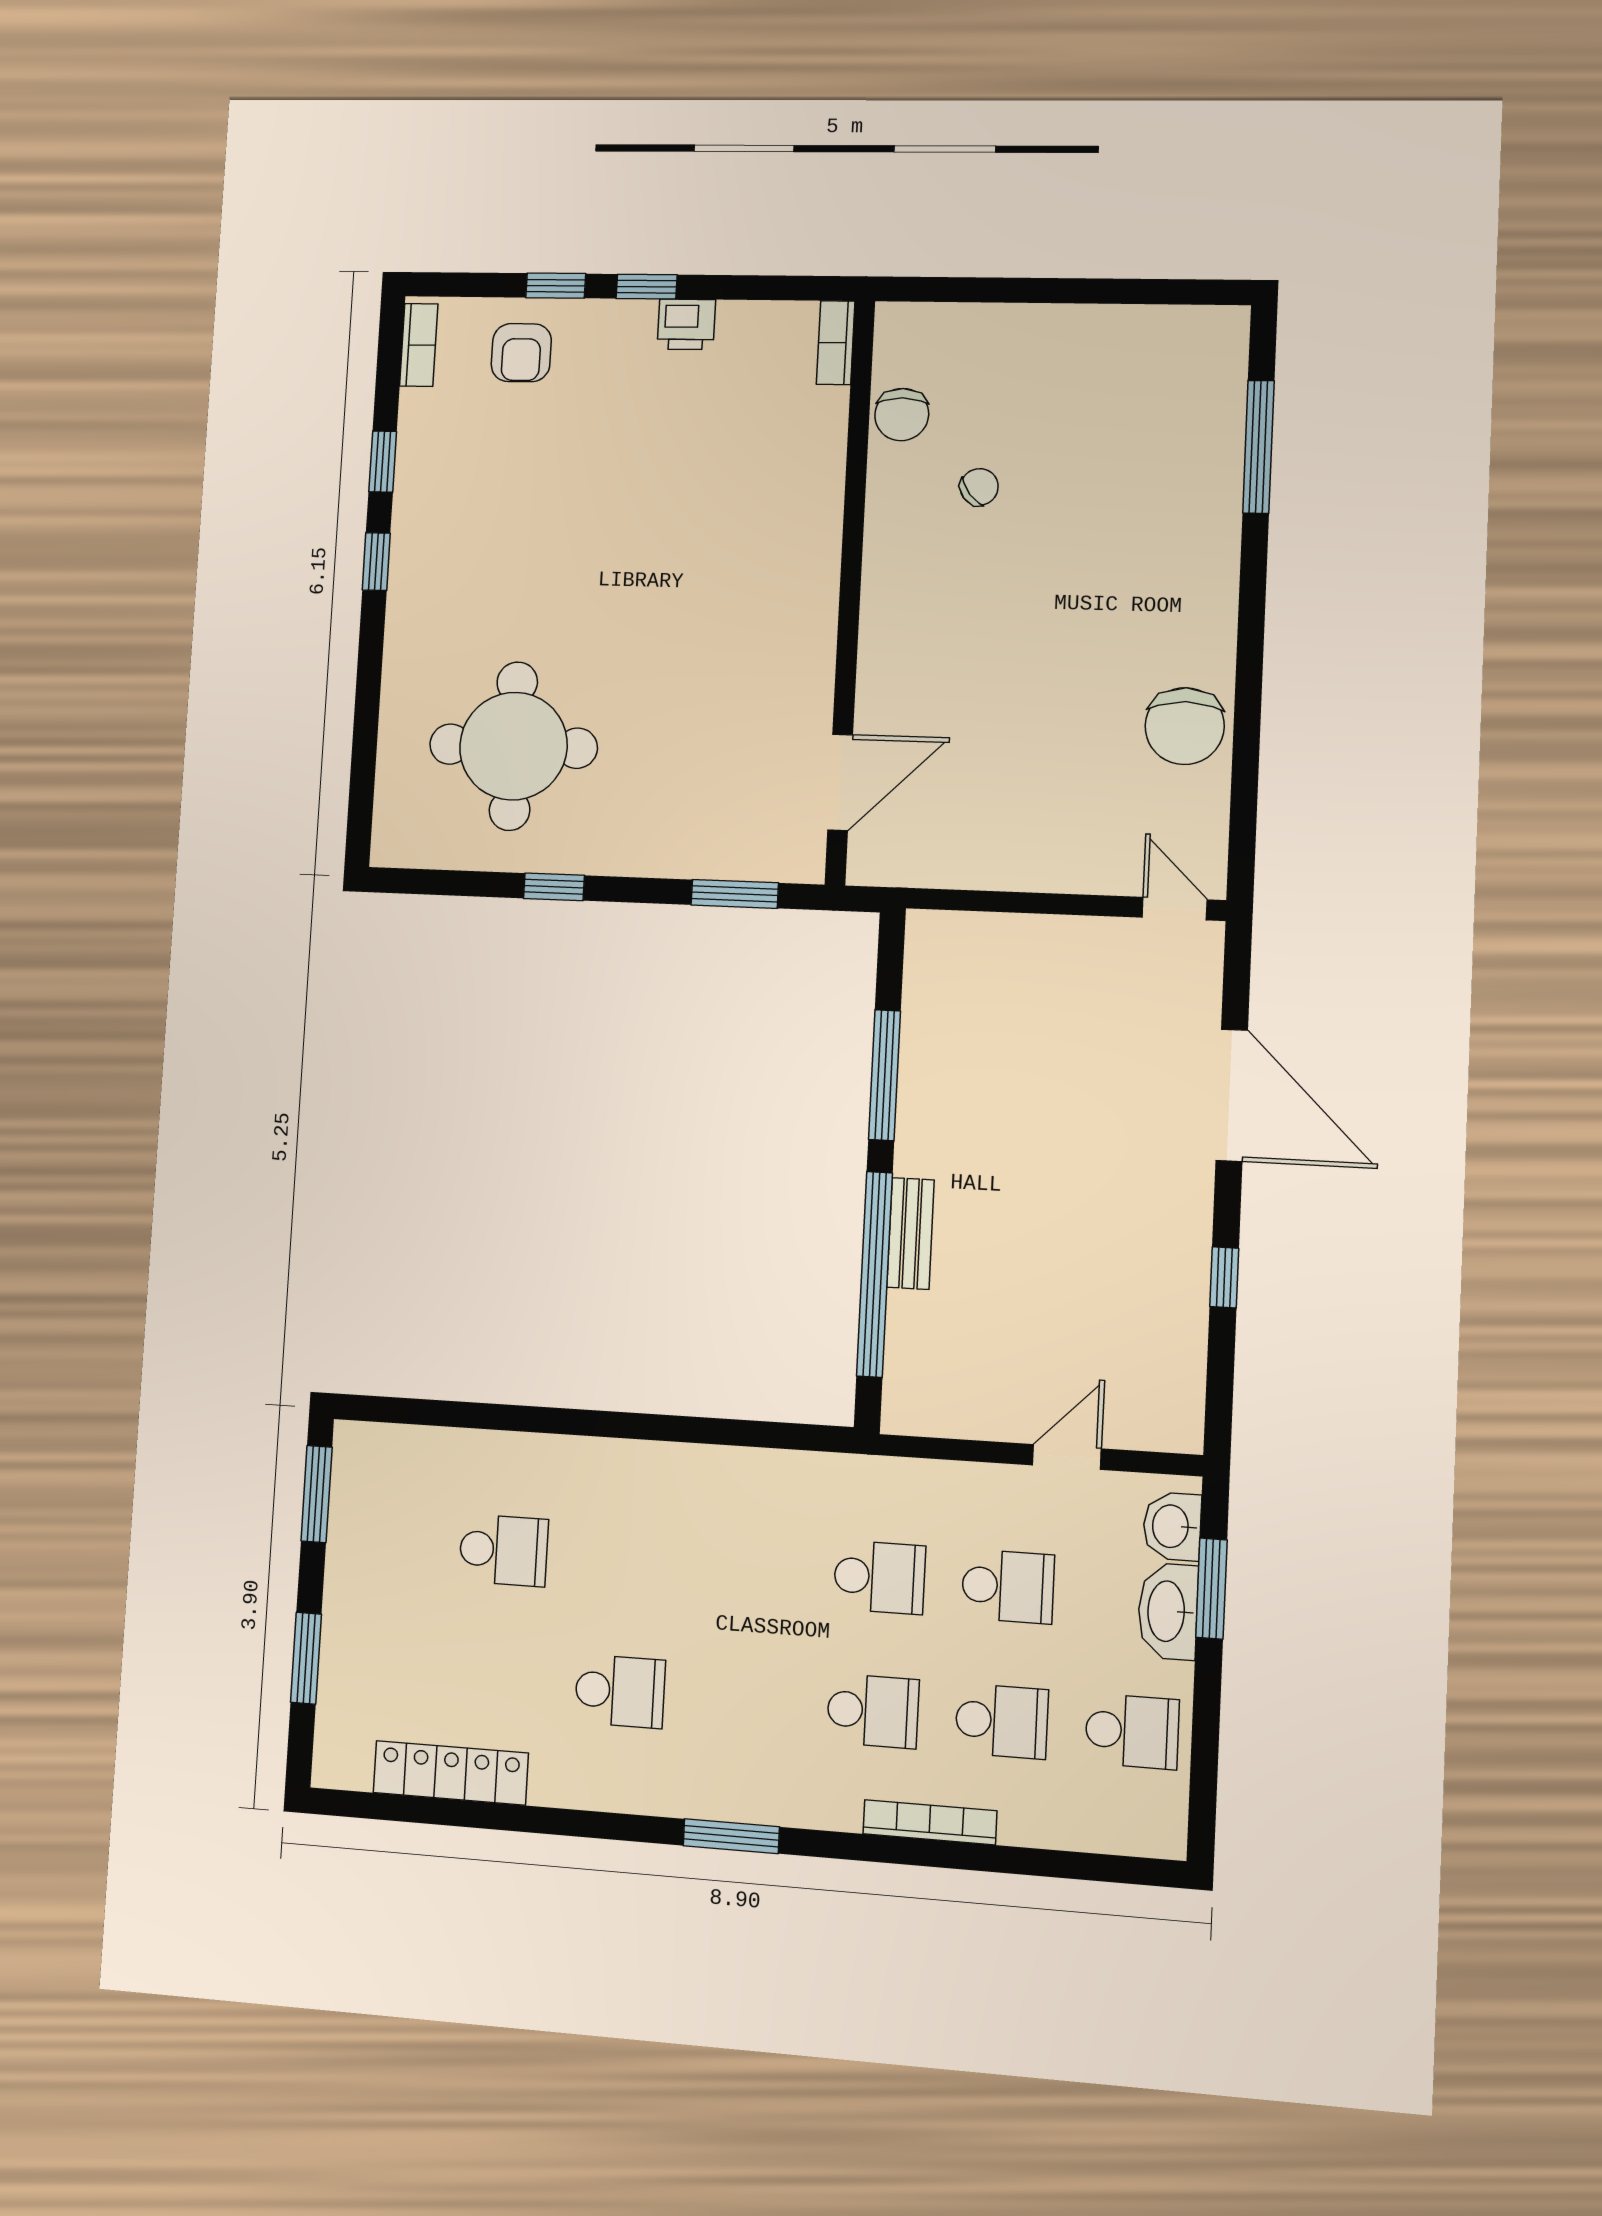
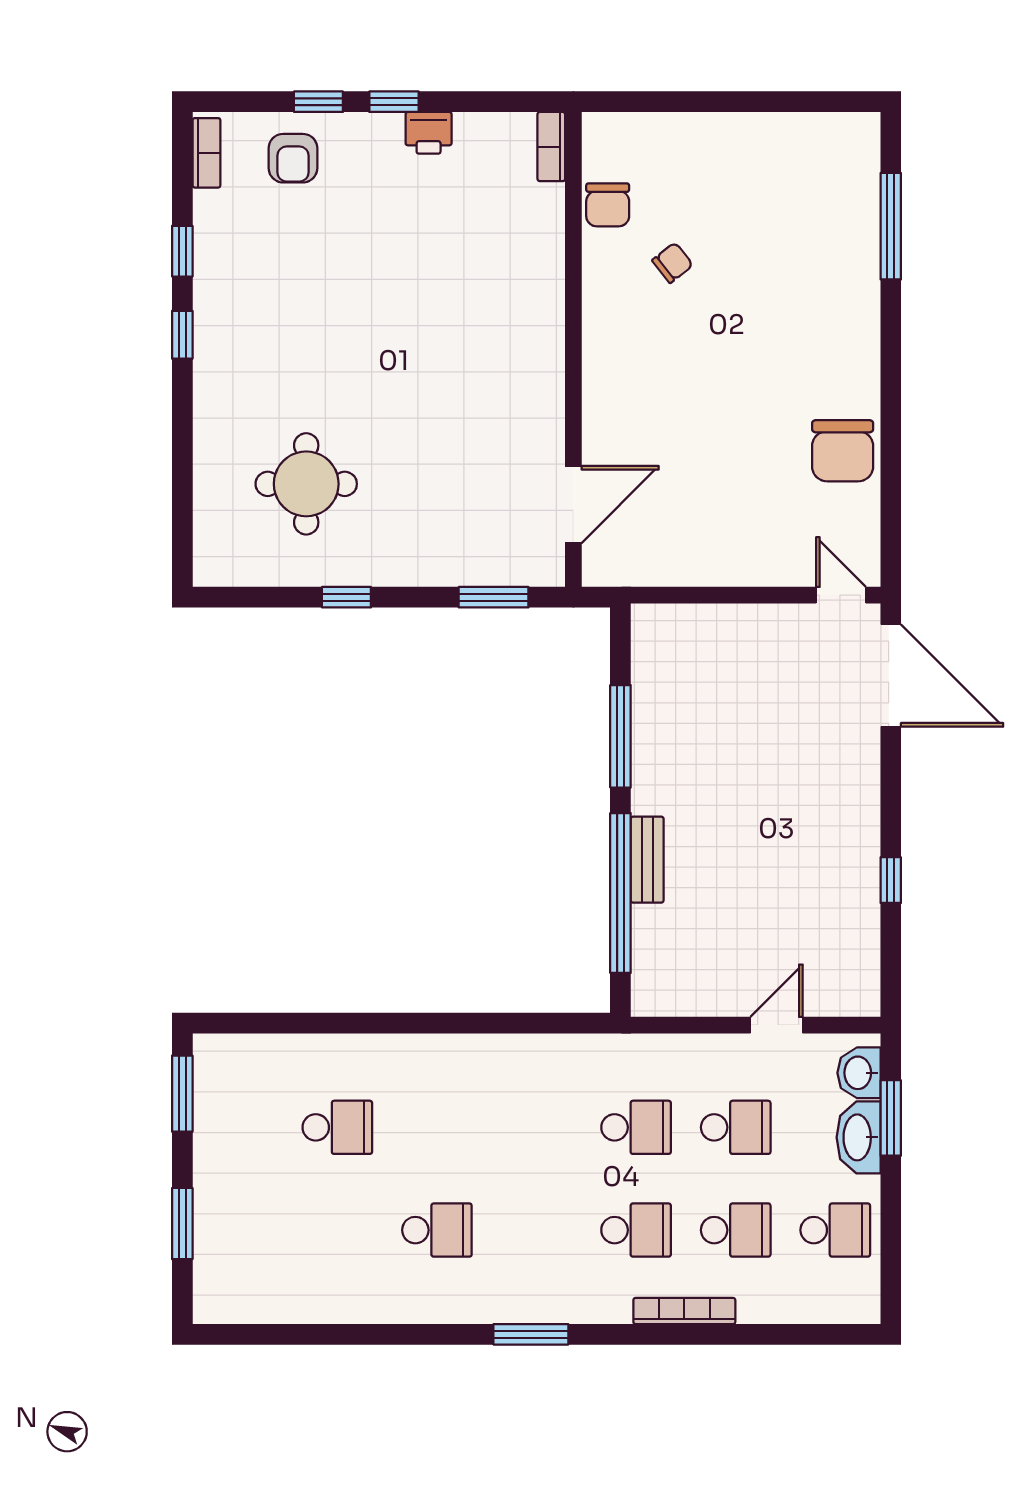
round table: (513, 746) -> (306, 484), width x0.73, depth x0.73
door: (1232, 1095) -> (891, 676), moved
locker: (451, 1773) -> (305, 1304), removed

